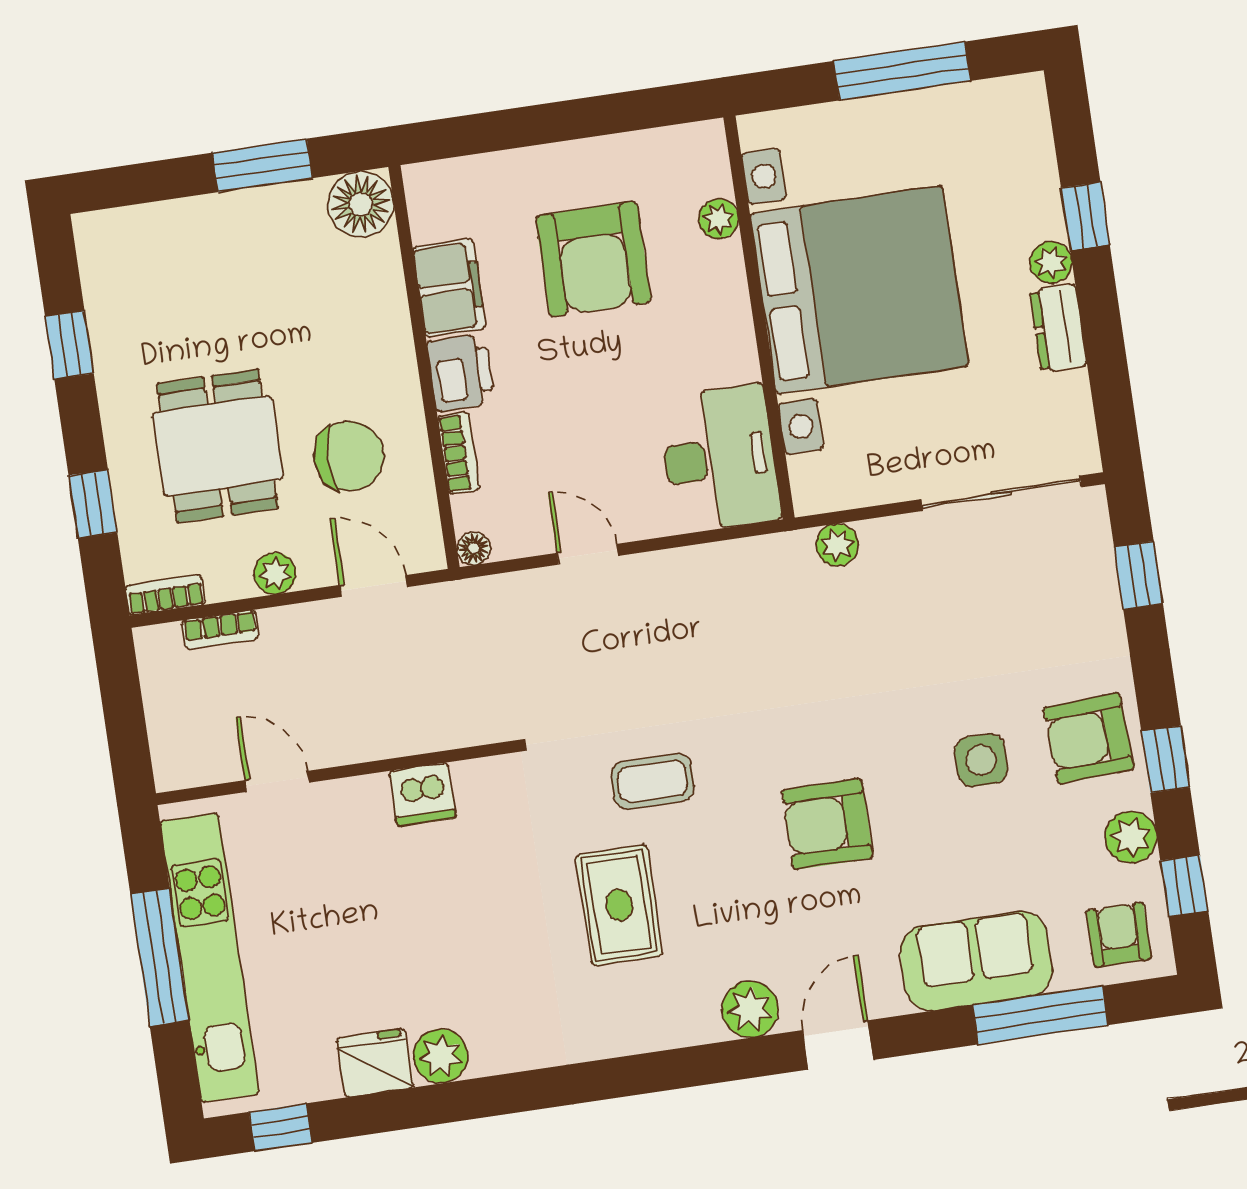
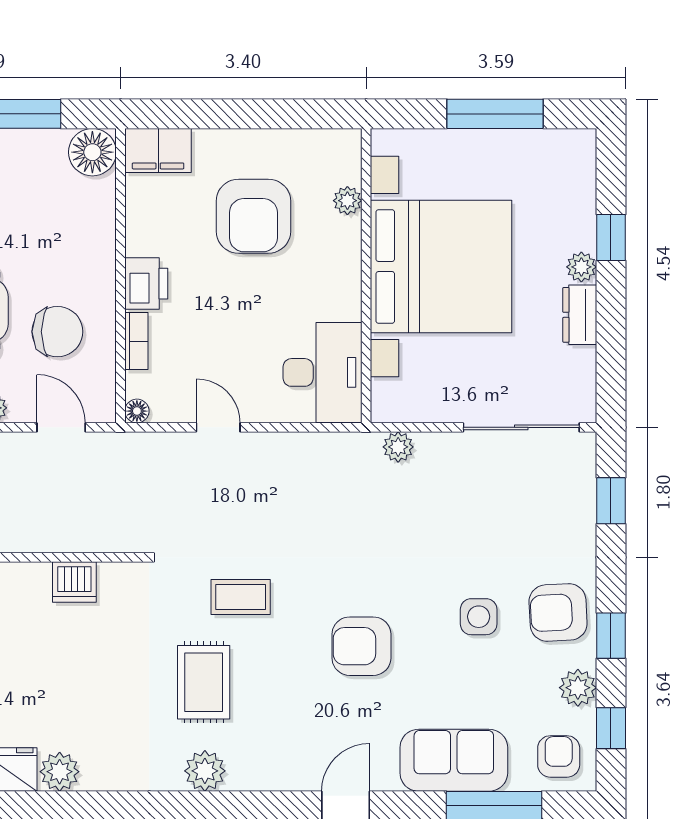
filing cabinet: (449, 288) -> (158, 150), moved, turned 90
plant: (750, 1009) -> (205, 771), moved

